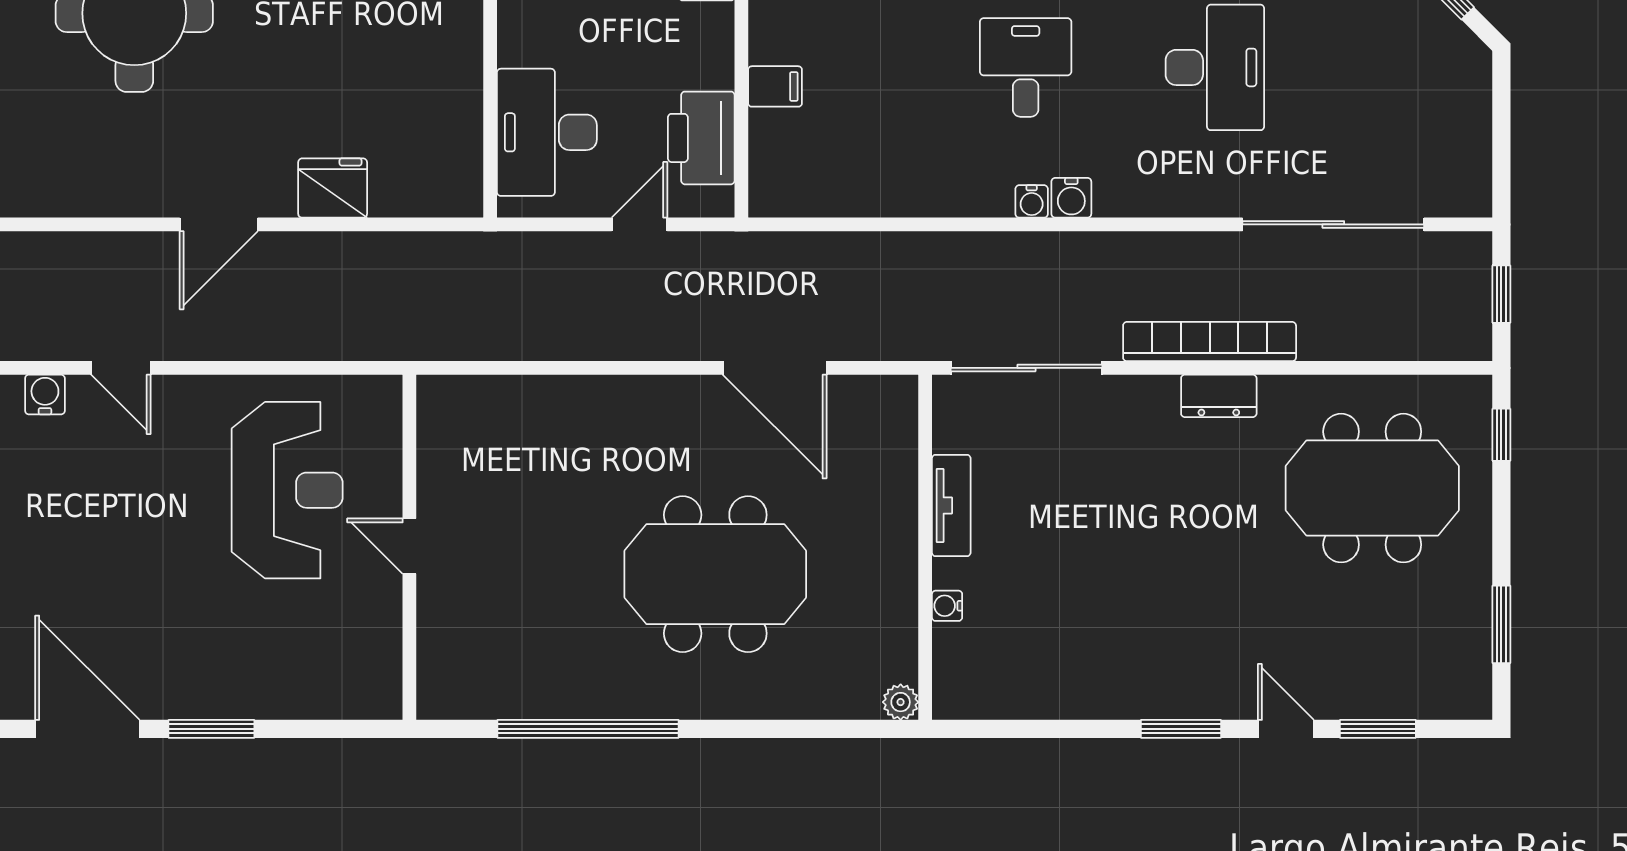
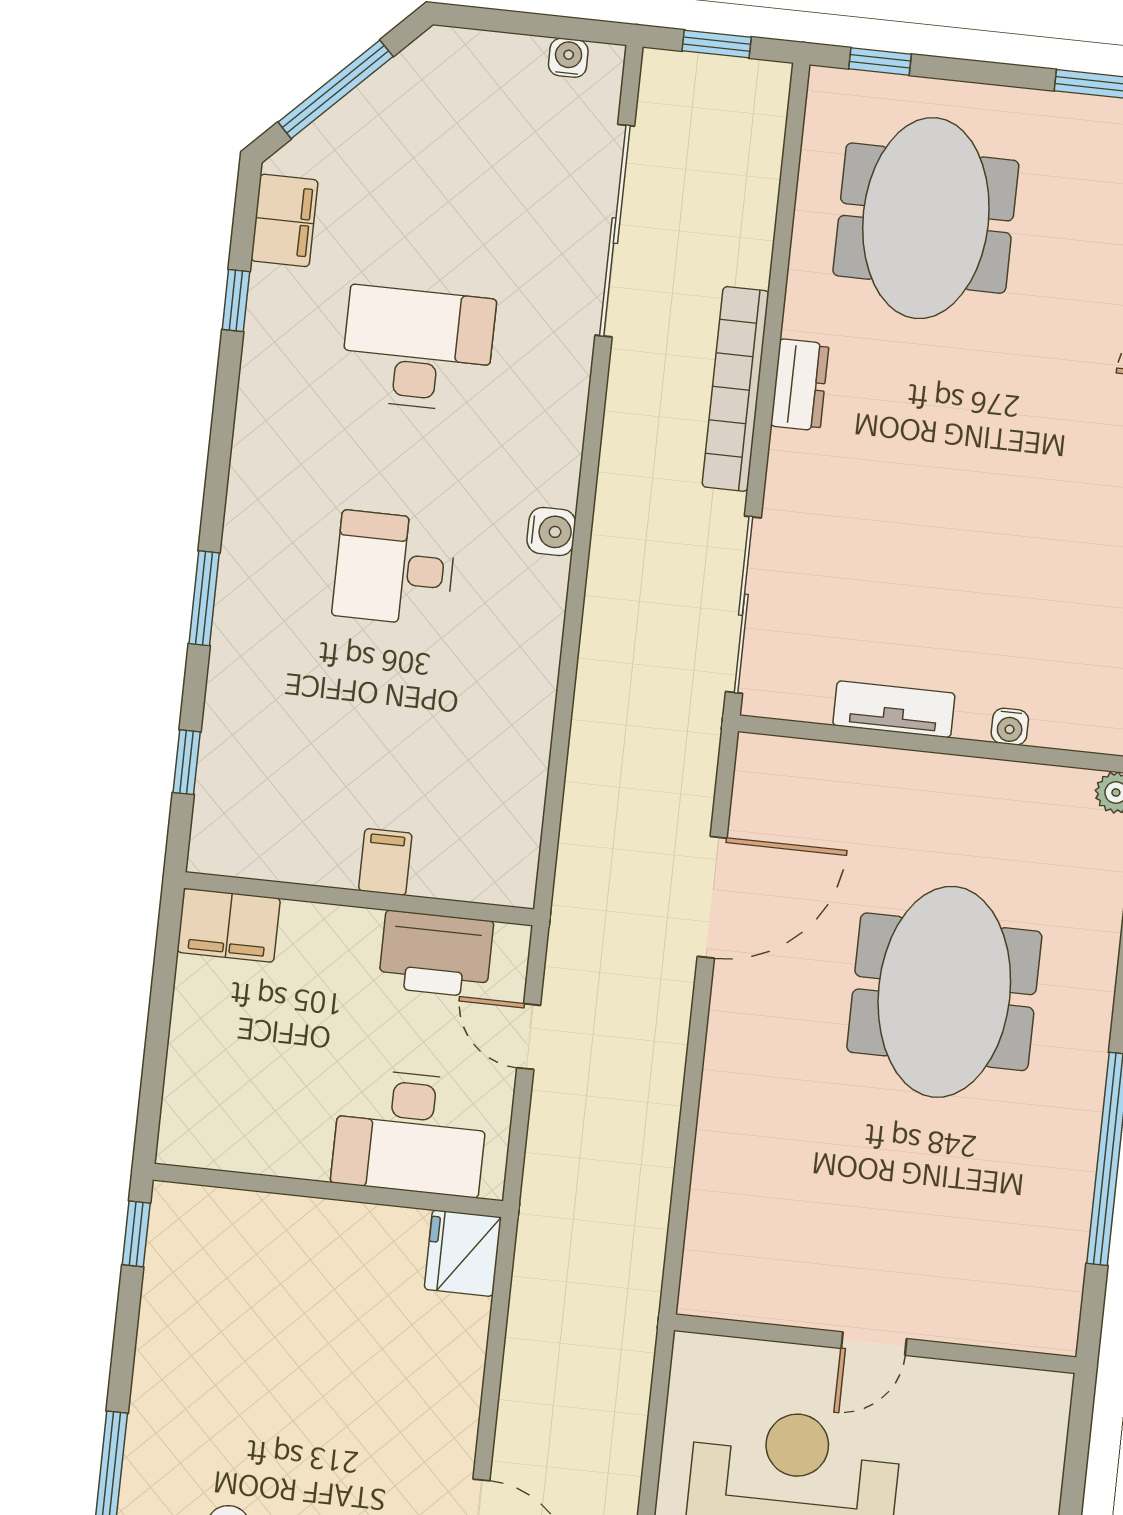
fridge: (333, 188) -> (463, 1253), moved
water cooler: (1032, 201) -> (568, 58), moved, turned -90

